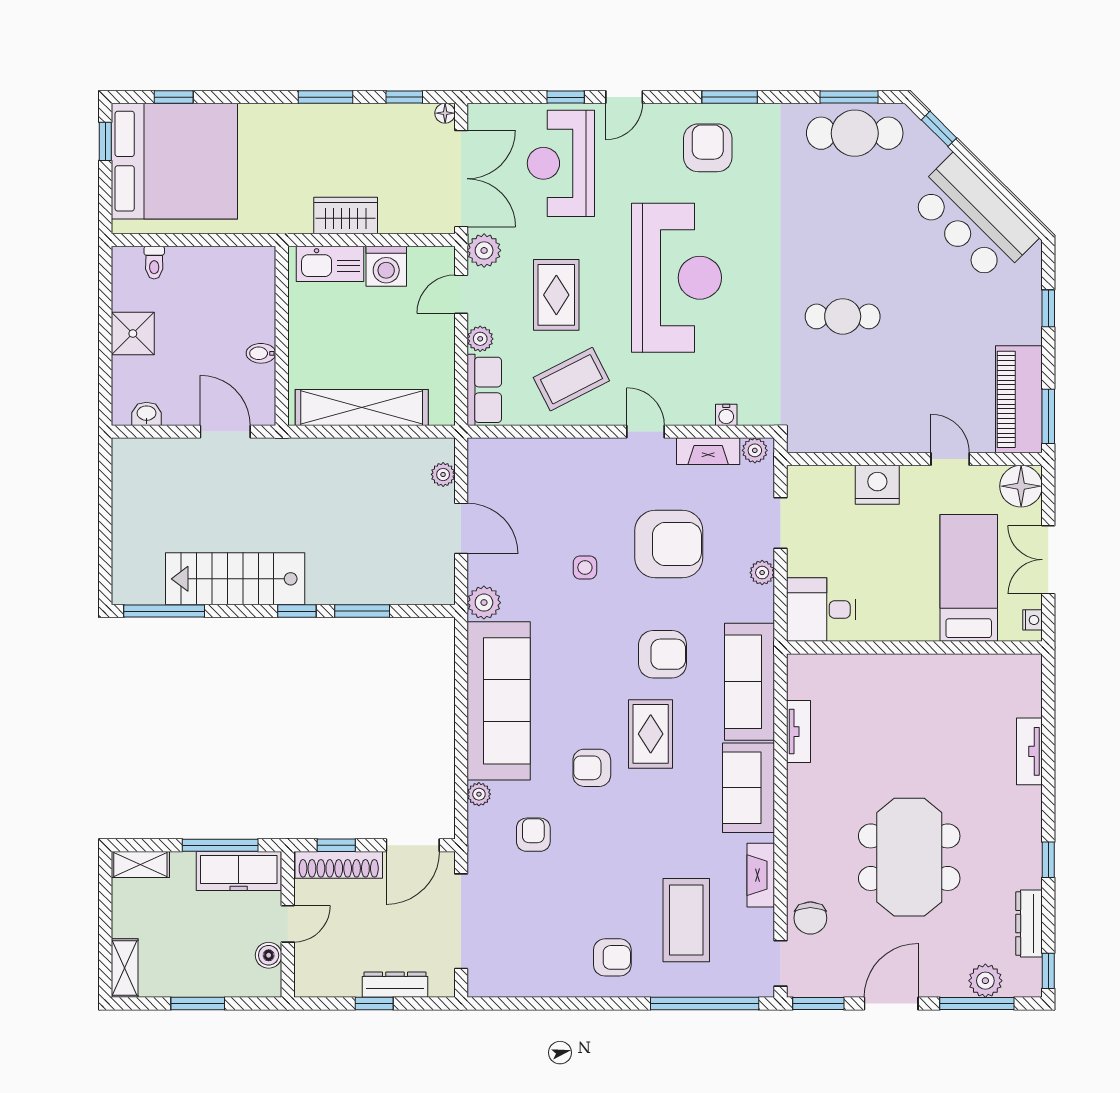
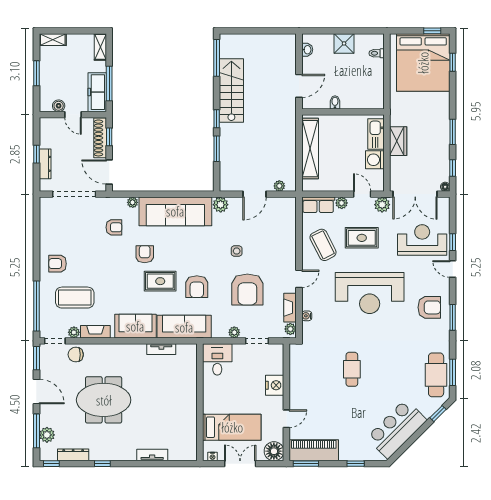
plant: (762, 922) -> (74, 332), added
armchair: (612, 957) -> (58, 264), turned 90

